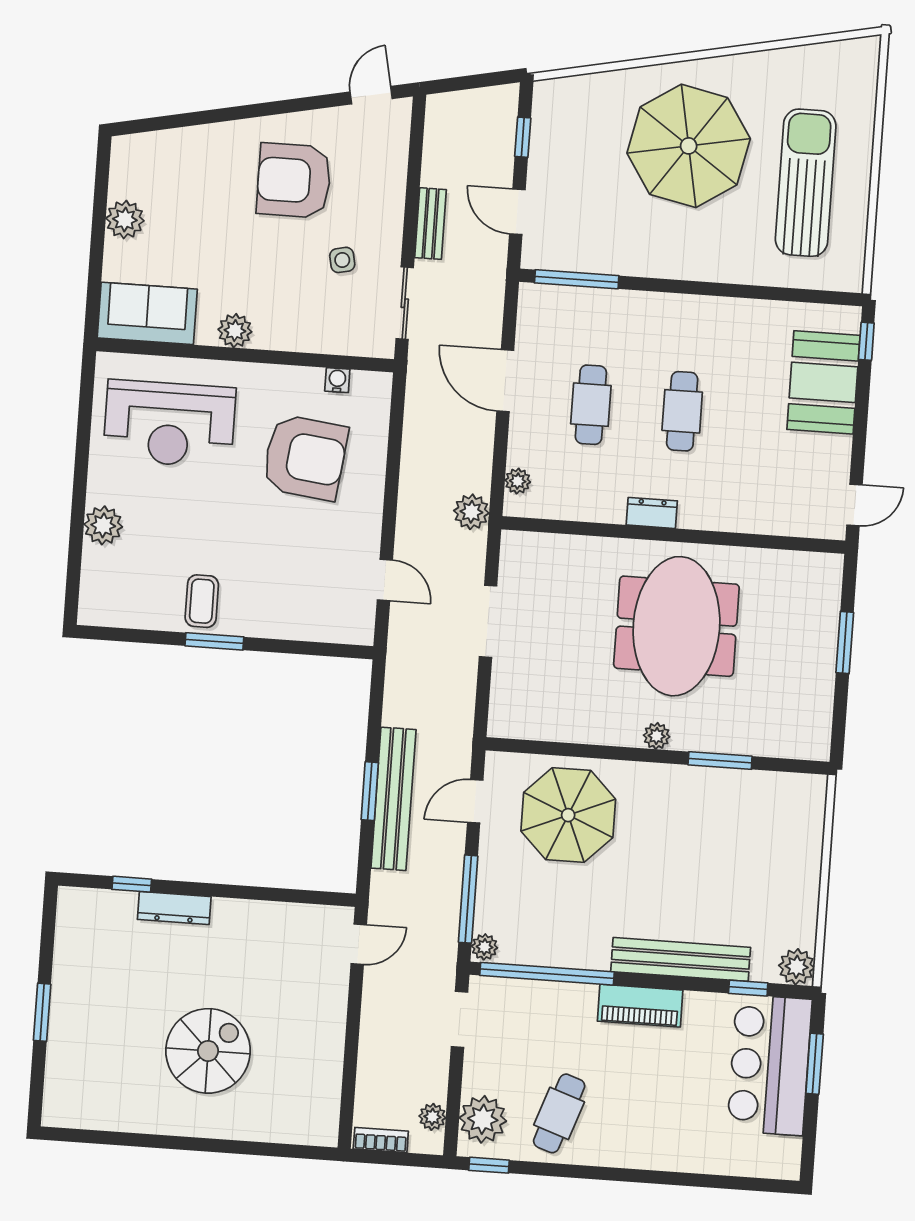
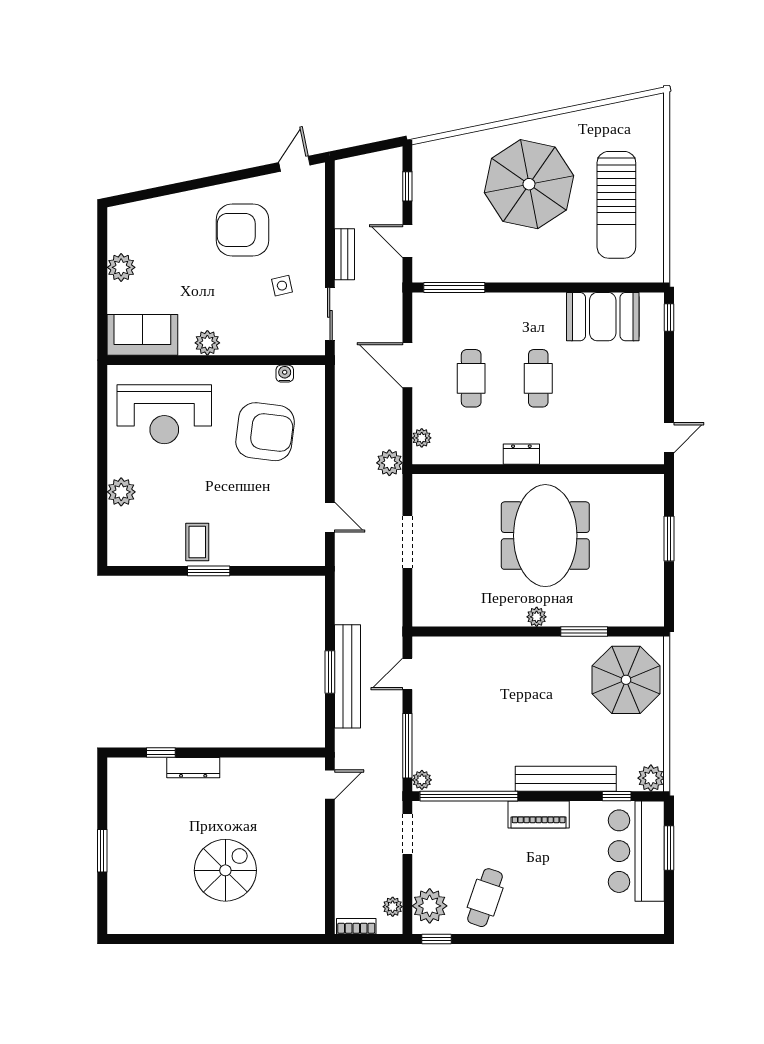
sun lounger: (806, 183) -> (616, 205), turned 180
booth: (823, 382) -> (603, 317), moved, turned 90
parasol: (568, 815) -> (626, 680), moved

